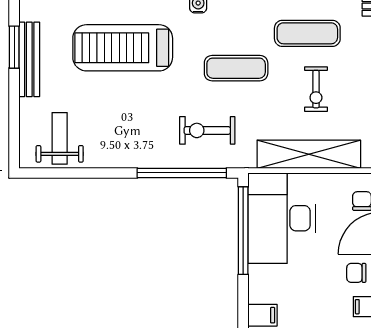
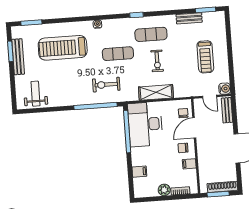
shelving: (309, 154) -> (156, 92), width x0.68

